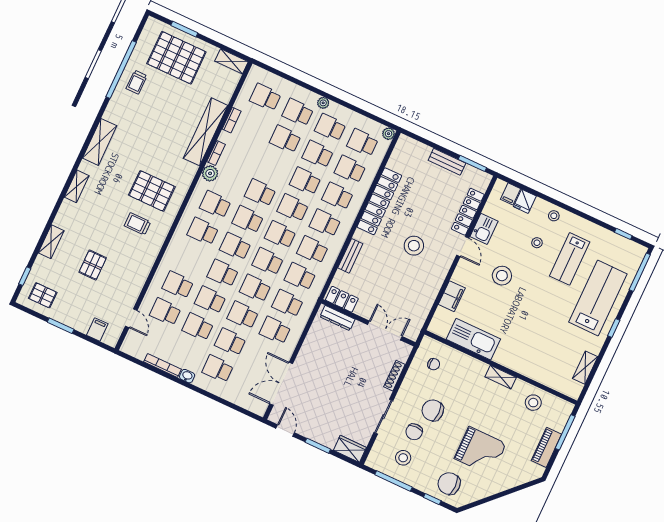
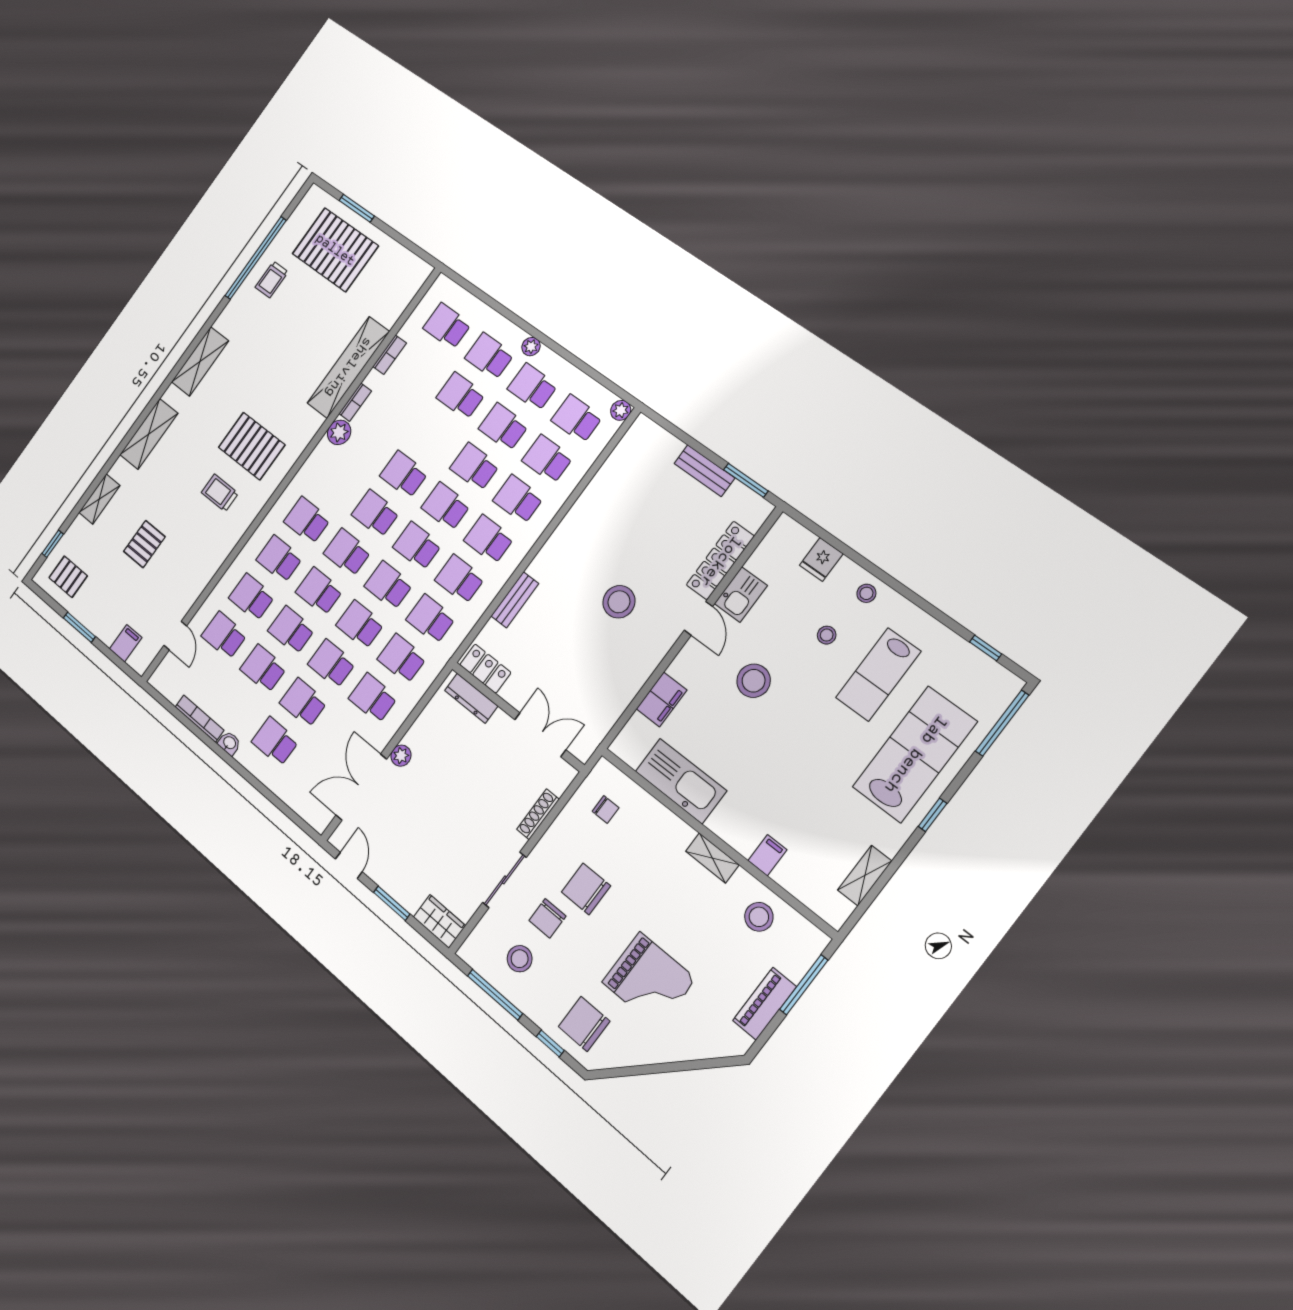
shelving: (232, 61) -> (411, 265), removed
shelving: (77, 186) -> (149, 434), width x1.50, depth x1.33
filing cabinet: (510, 194) -> (767, 855), moved, turned 180
locker: (379, 201) -> (581, 518), removed
school desk: (215, 204) -> (279, 559), moved
plant: (302, 360) -> (401, 756), added

